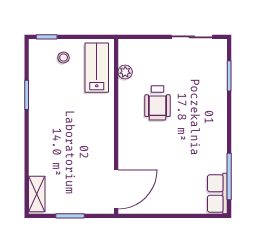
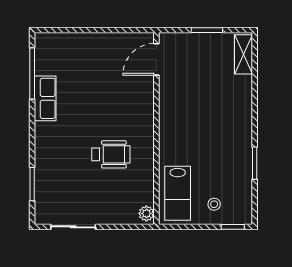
plant: (125, 72) -> (146, 213), moved
wheelchair: (157, 103) -> (111, 154), turned 90
door: (116, 189) -> (156, 59), width x0.73
row of seats: (217, 193) -> (45, 98), moved

